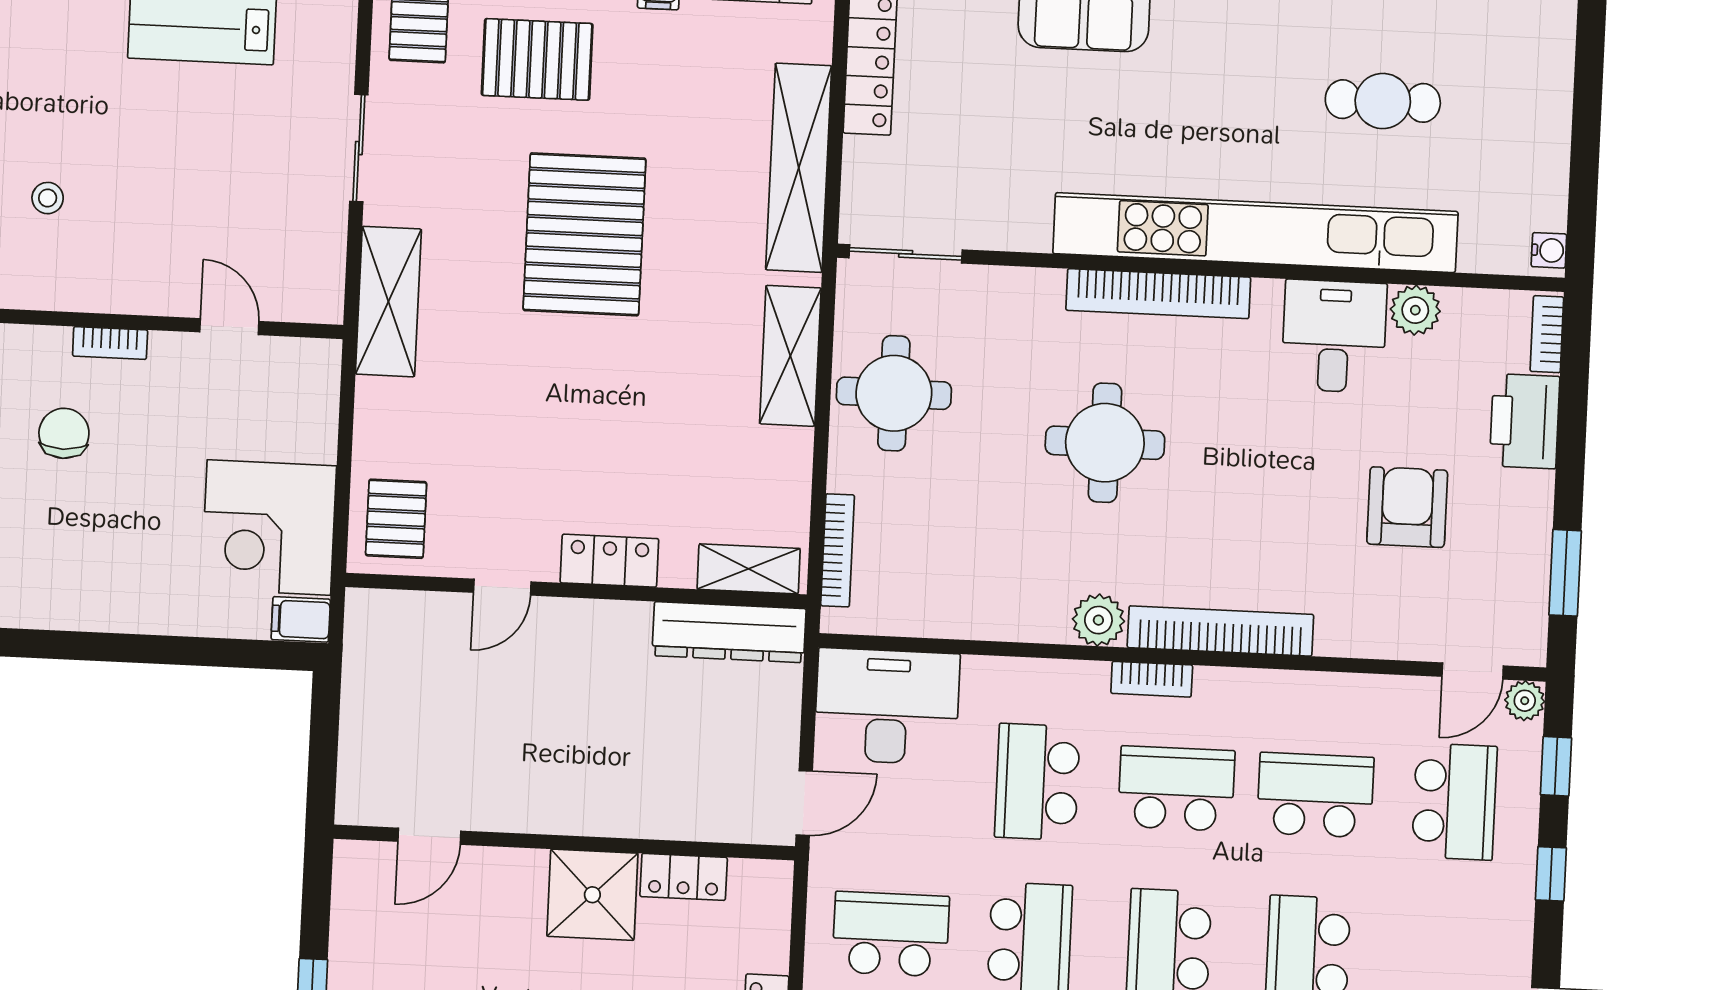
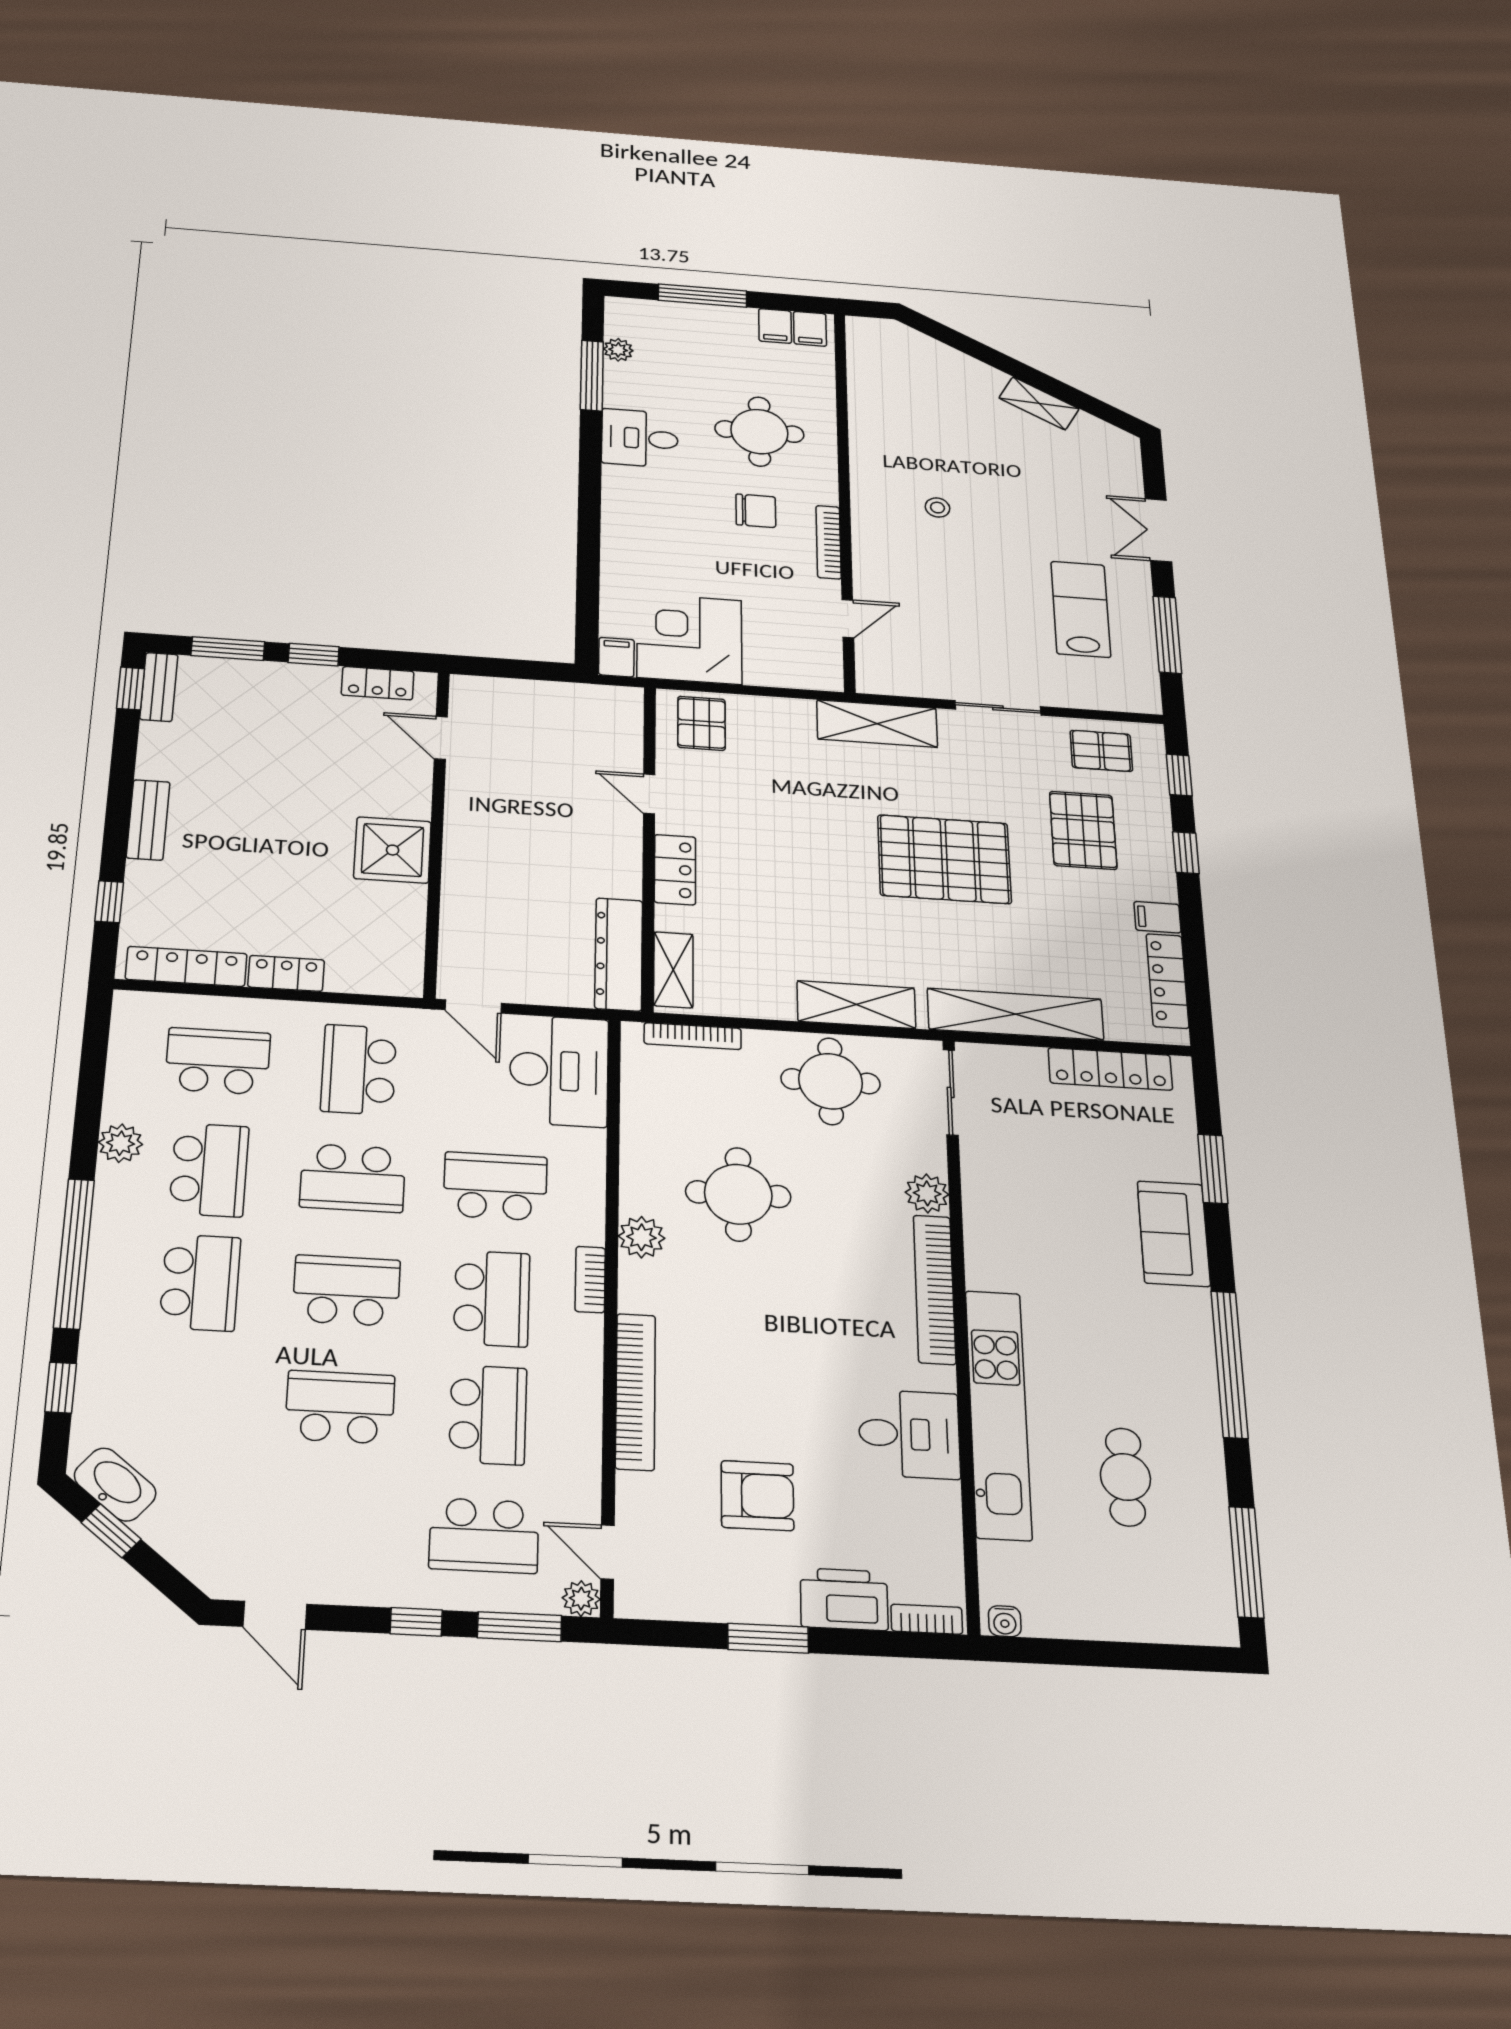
kitchen unit: (1255, 233) -> (998, 1414), width x0.73
plant: (1415, 310) -> (927, 1193), moved
bookcase: (110, 343) -> (829, 542), width x1.56
round table: (1105, 443) -> (738, 1194), moved
pallet: (396, 519) -> (701, 723), turned 90
window: (1565, 573) -> (768, 1638), moved
bookcase: (1220, 631) -> (635, 1391), moved
window: (1556, 766) -> (520, 1627), width x1.50
locker: (684, 877) -> (378, 683), moved, turned -90
school desk: (891, 934) -> (359, 1070), turned 180

